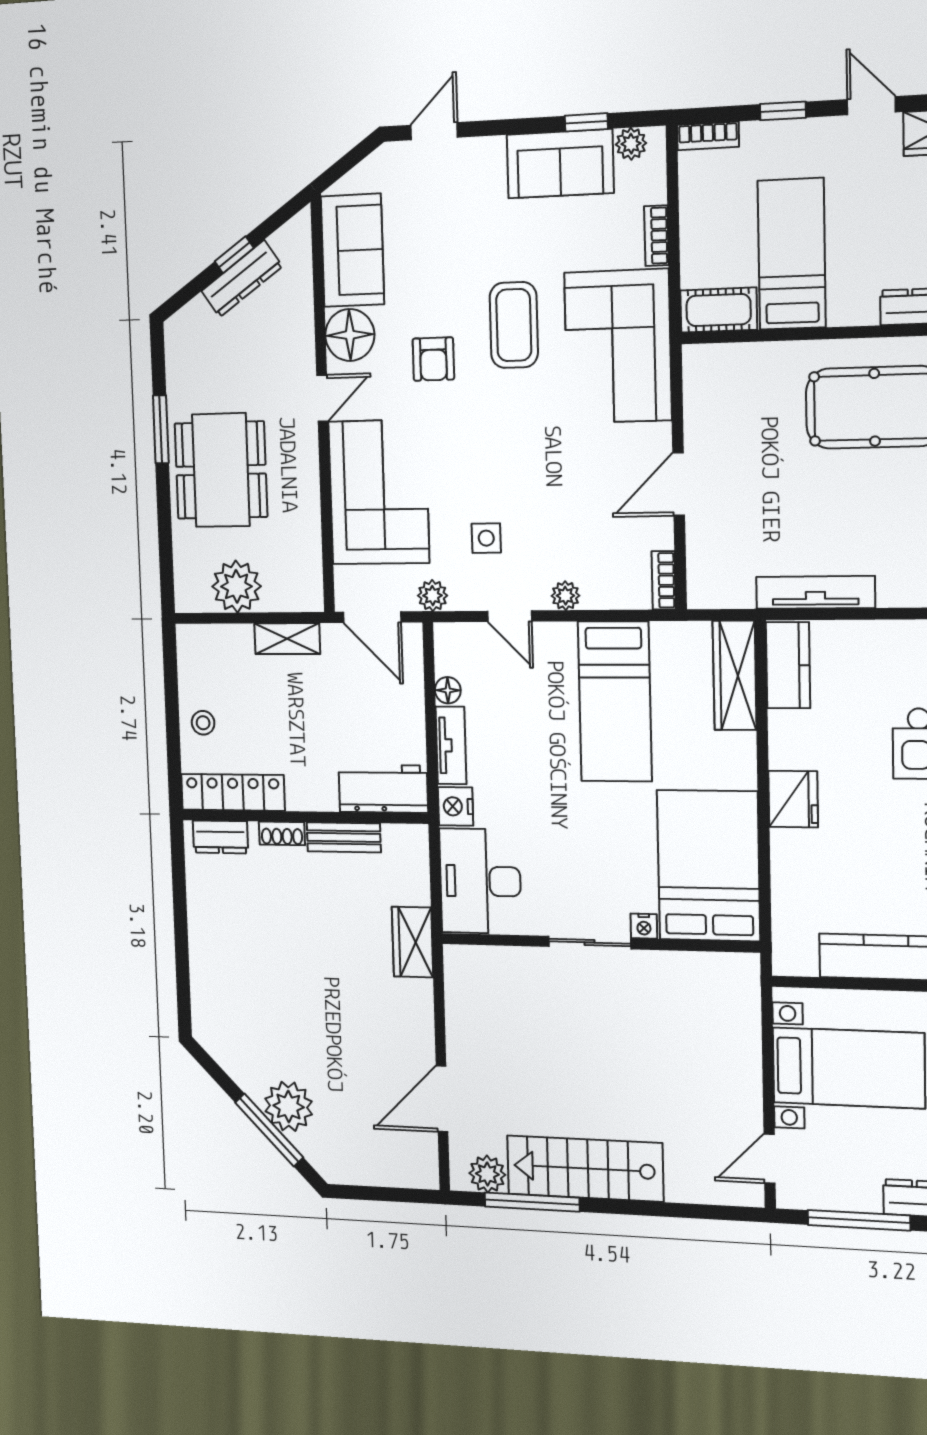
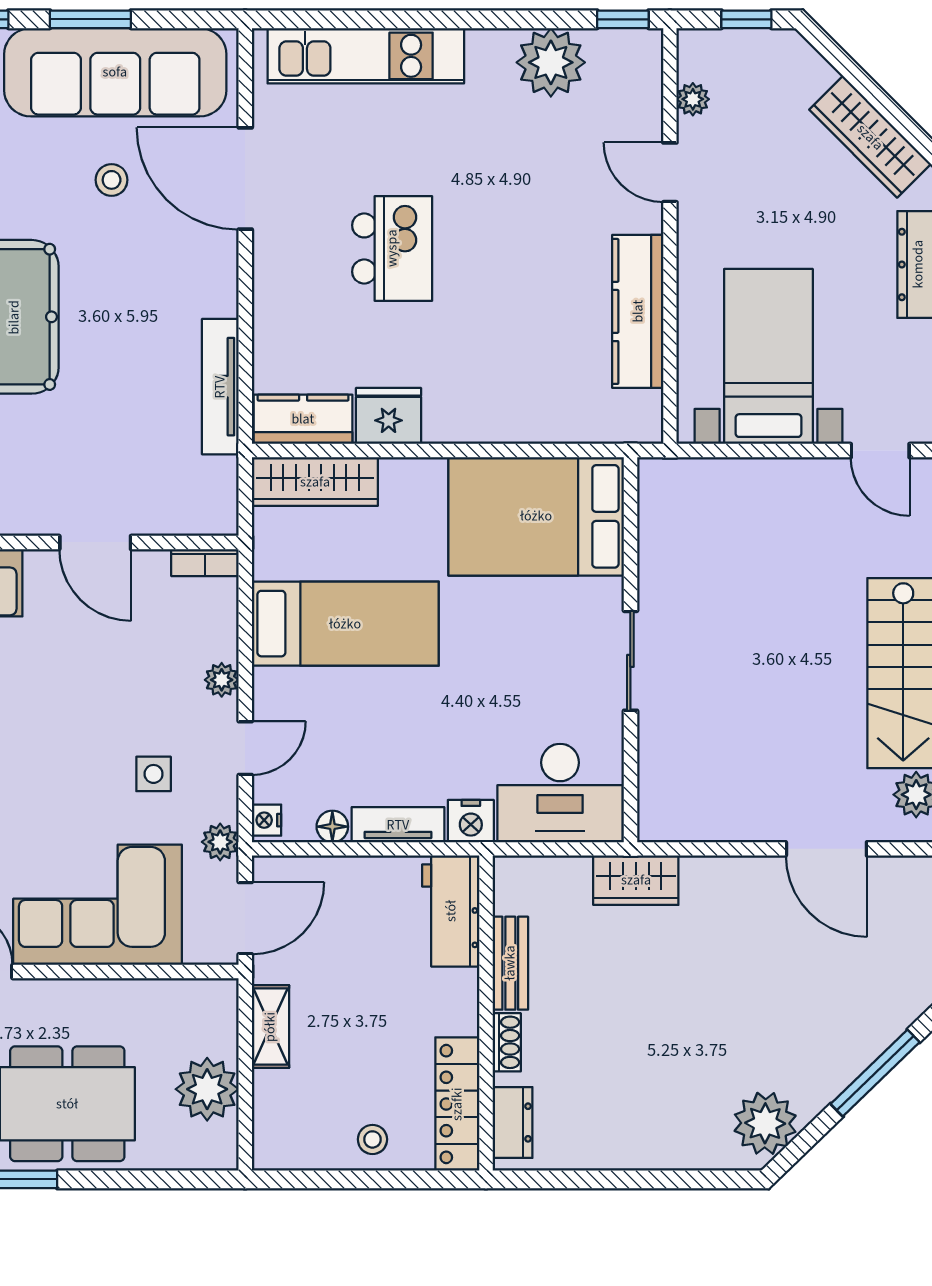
fridge: (793, 799) -> (389, 416), moved
nightstand: (644, 926) -> (267, 820), moved, turned 180
plant: (288, 1106) -> (765, 1123), moved

